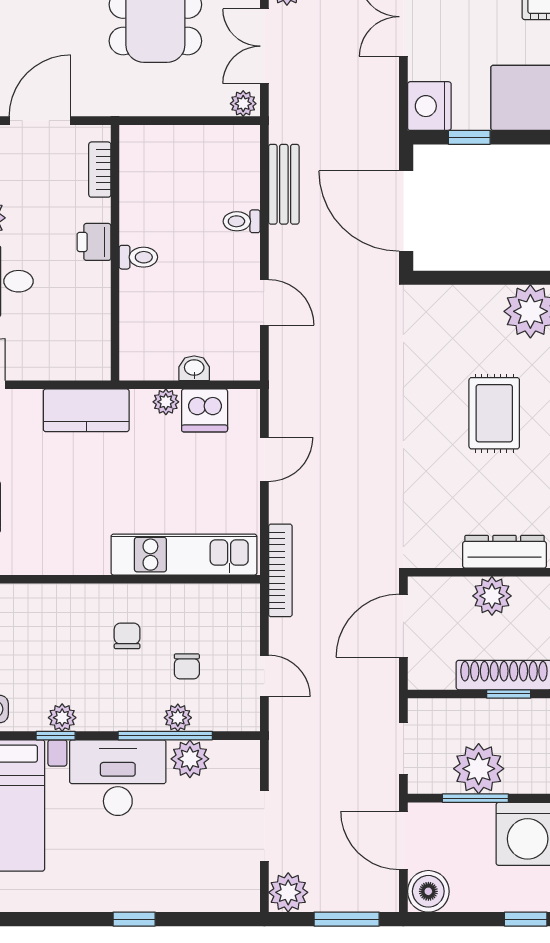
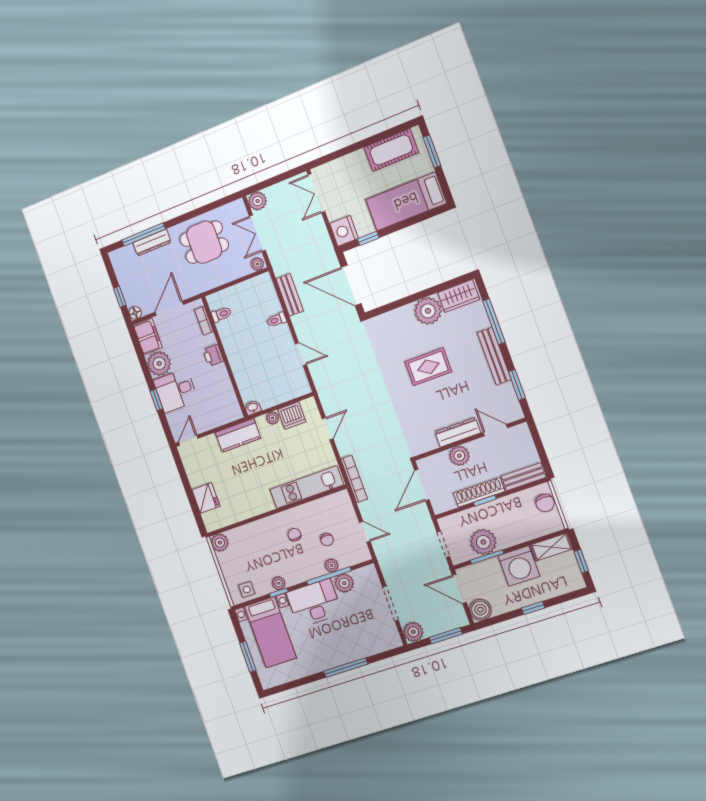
toilet: (138, 257) -> (221, 314), moved
washbasin: (194, 368) -> (253, 408), moved
rug: (494, 413) -> (428, 367), turned 90
window: (134, 919) -> (346, 668), width x2.17

